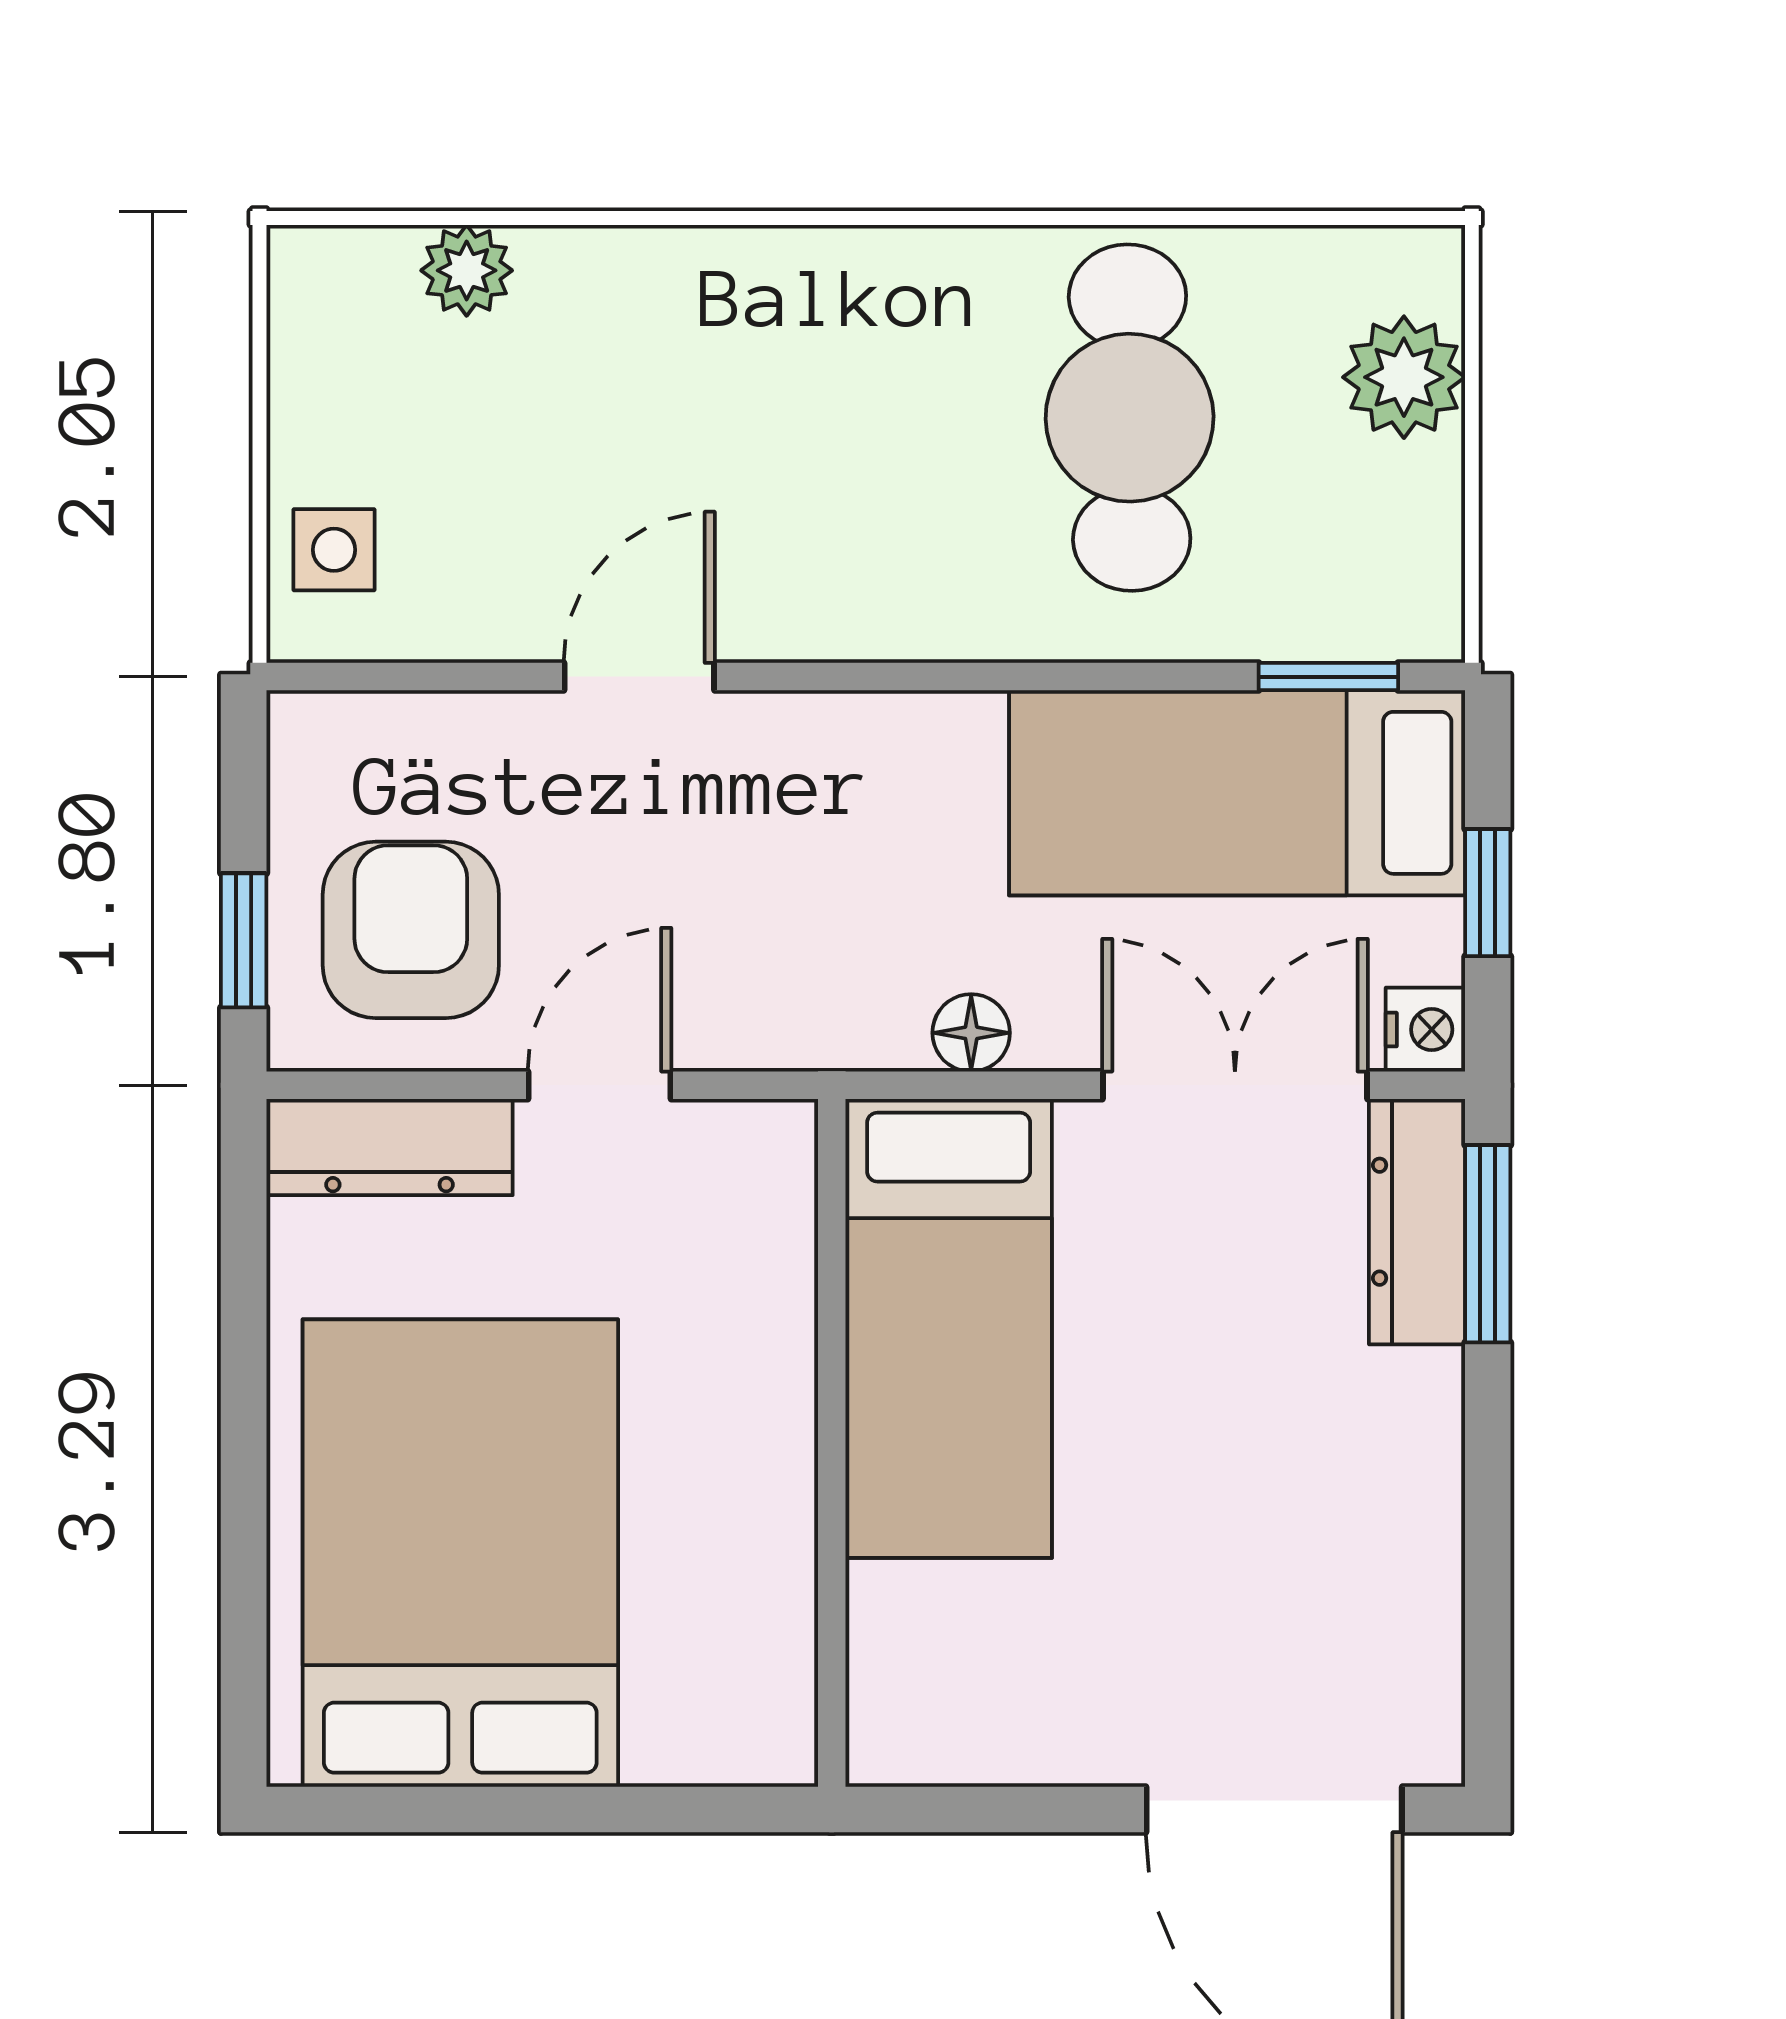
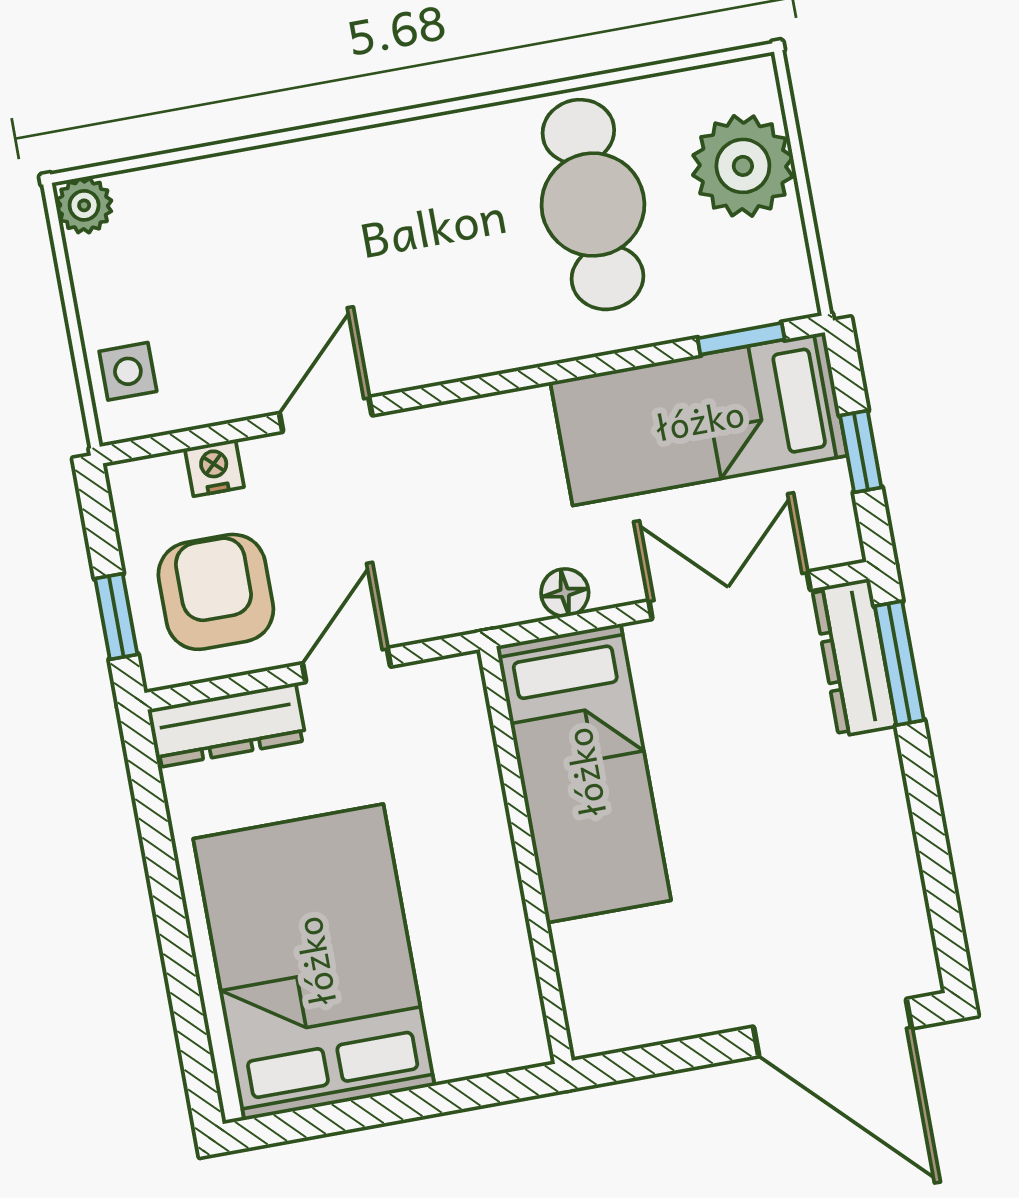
plant: (467, 270) -> (84, 205), moved
plant: (1404, 377) -> (743, 166), width x1.36, depth x1.36
nightstand: (1425, 1030) -> (214, 468), moved, turned -90

